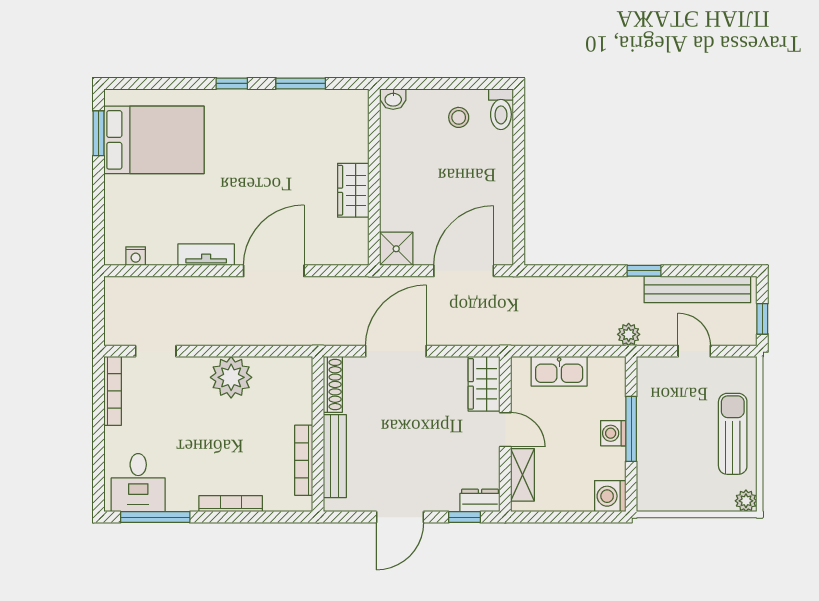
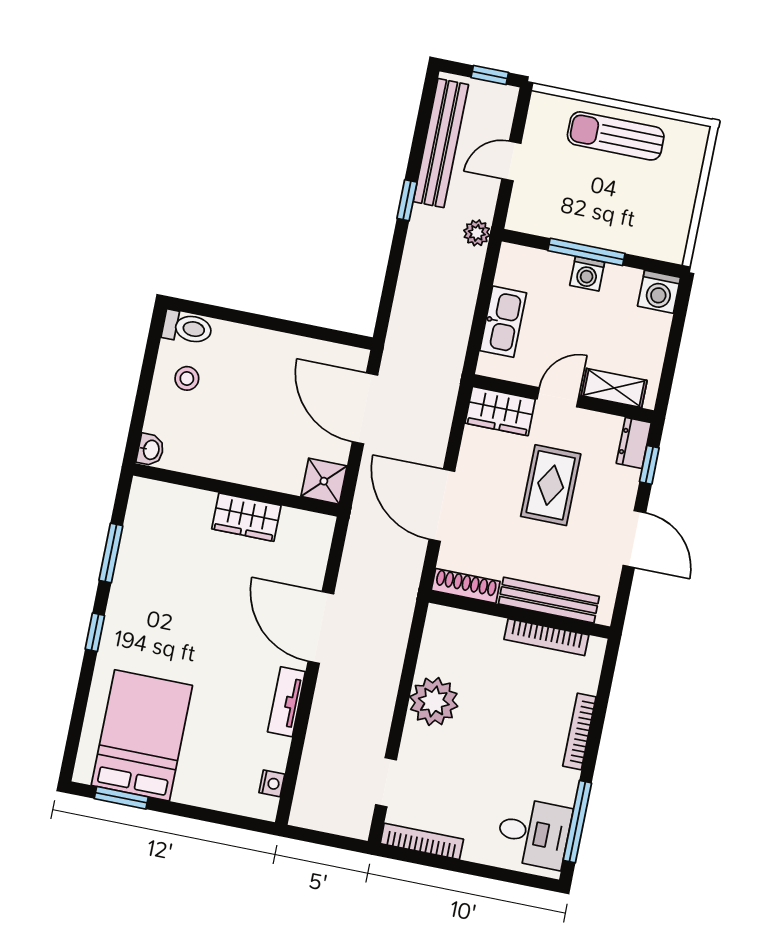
rug: (431, 438) -> (551, 485), added
plant: (746, 501) -> (696, 136), removed

